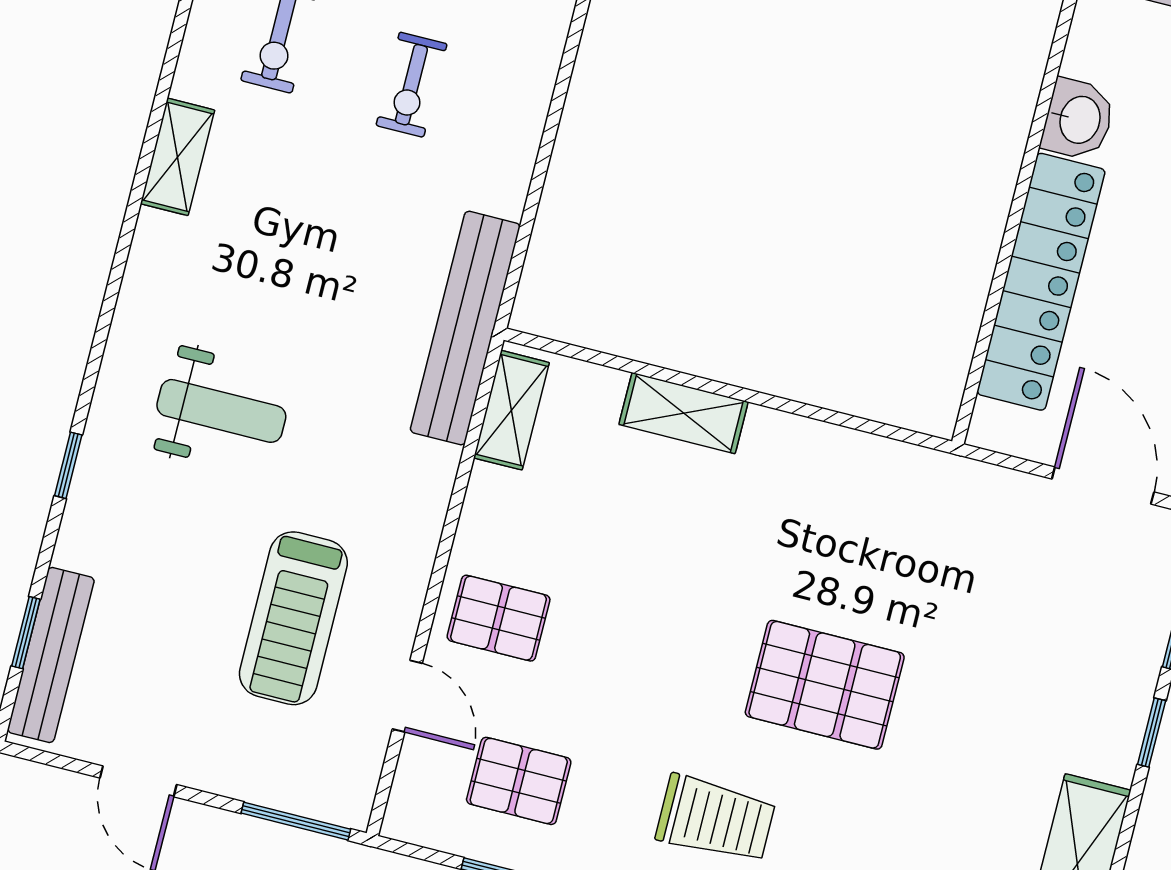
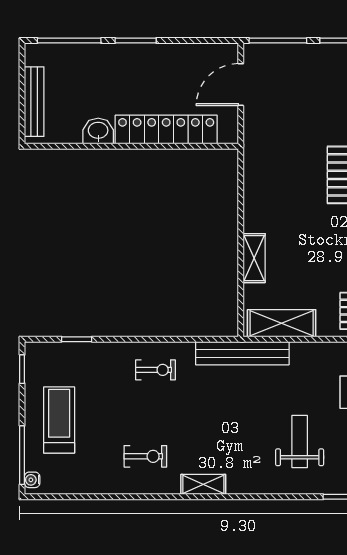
exercise bike: (411, 85) -> (156, 370), moved
shelving: (511, 410) -> (282, 323), width x1.50, depth x1.33

